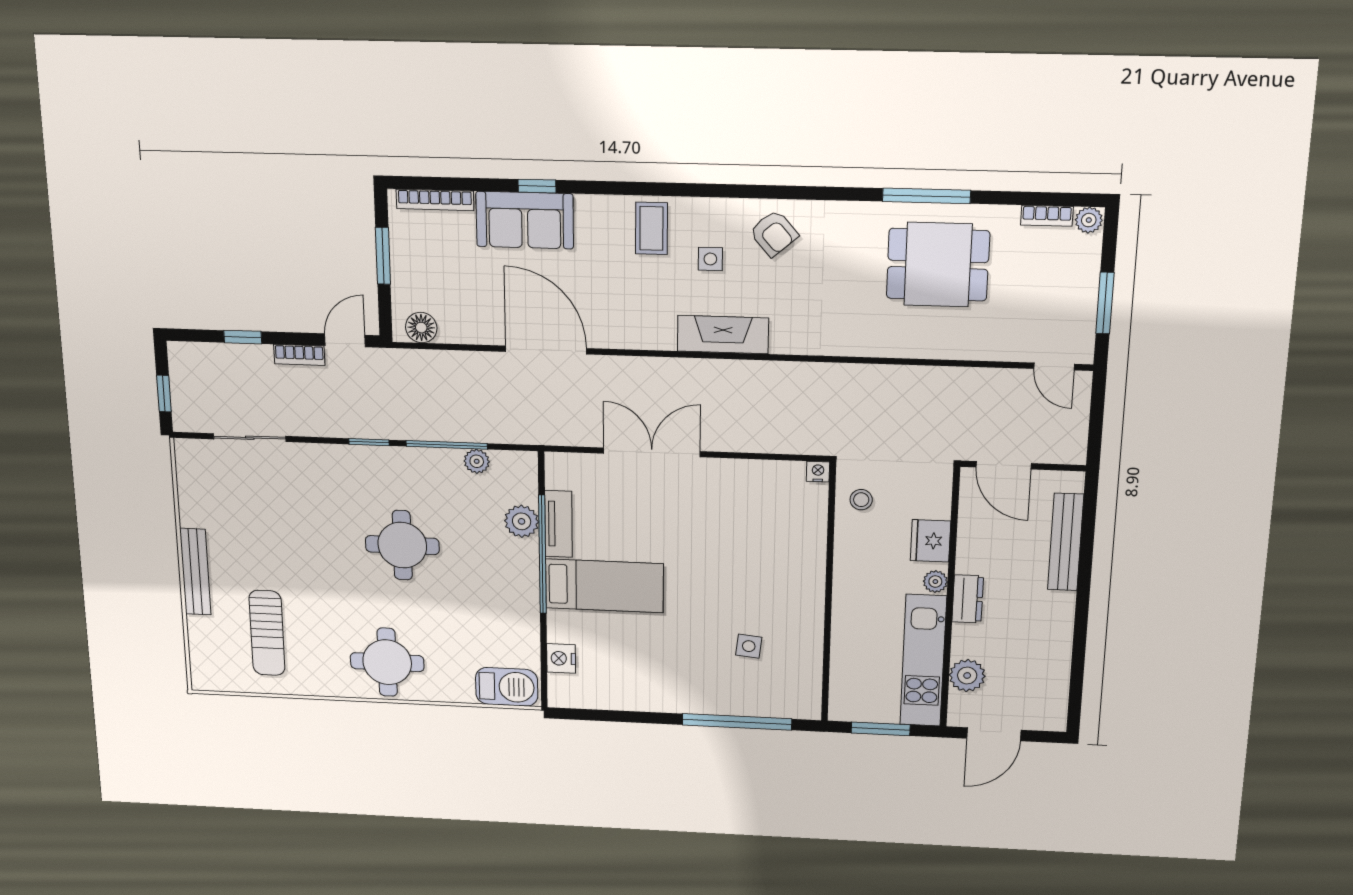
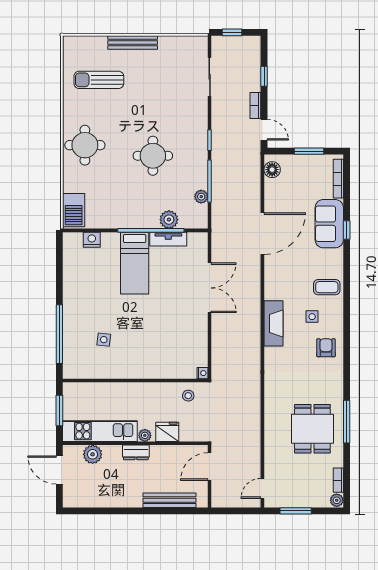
armchair: (774, 233) -> (326, 348), turned 131

